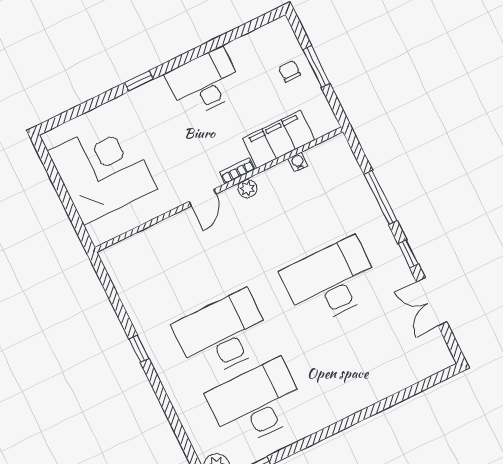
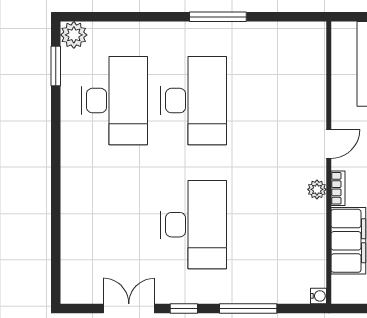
water cooler: (298, 162) -> (319, 296), moved
door: (203, 198) -> (329, 144), swing flipped
window: (139, 349) -> (218, 17), width x2.17

